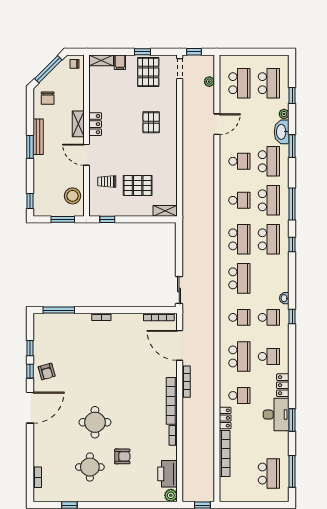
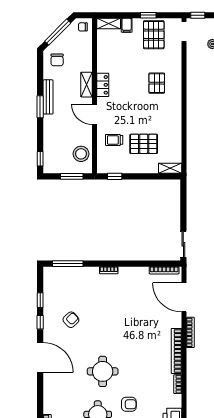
armchair: (47, 372) -> (71, 320), moved, turned -117
door: (30, 408) -> (40, 357), hinge flipped

